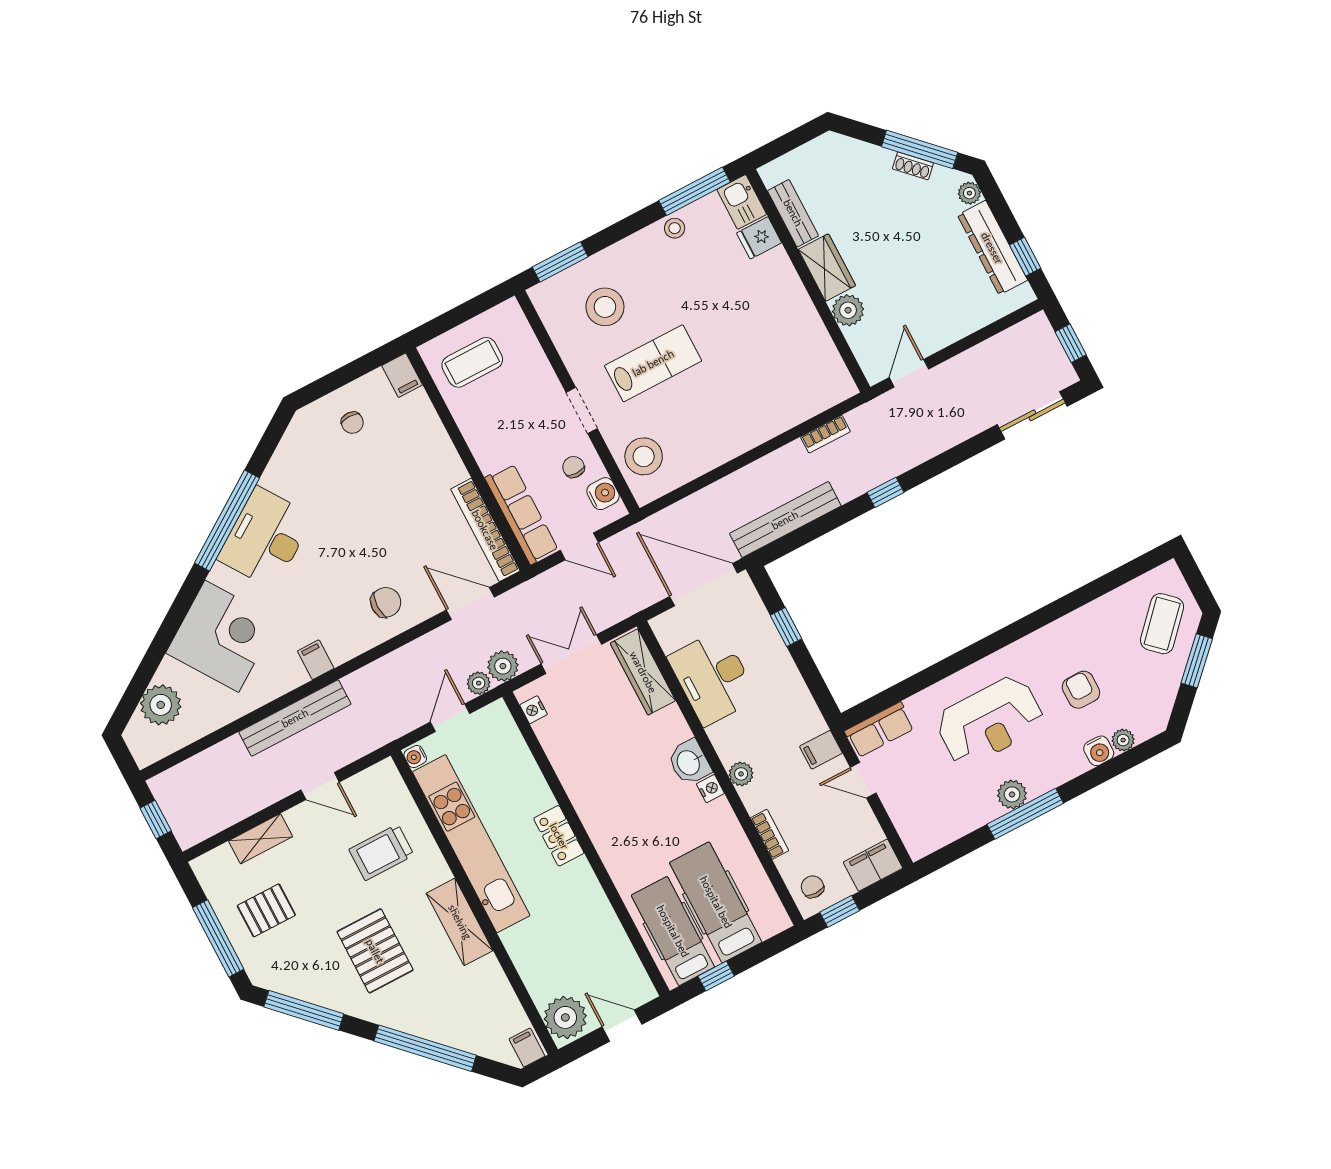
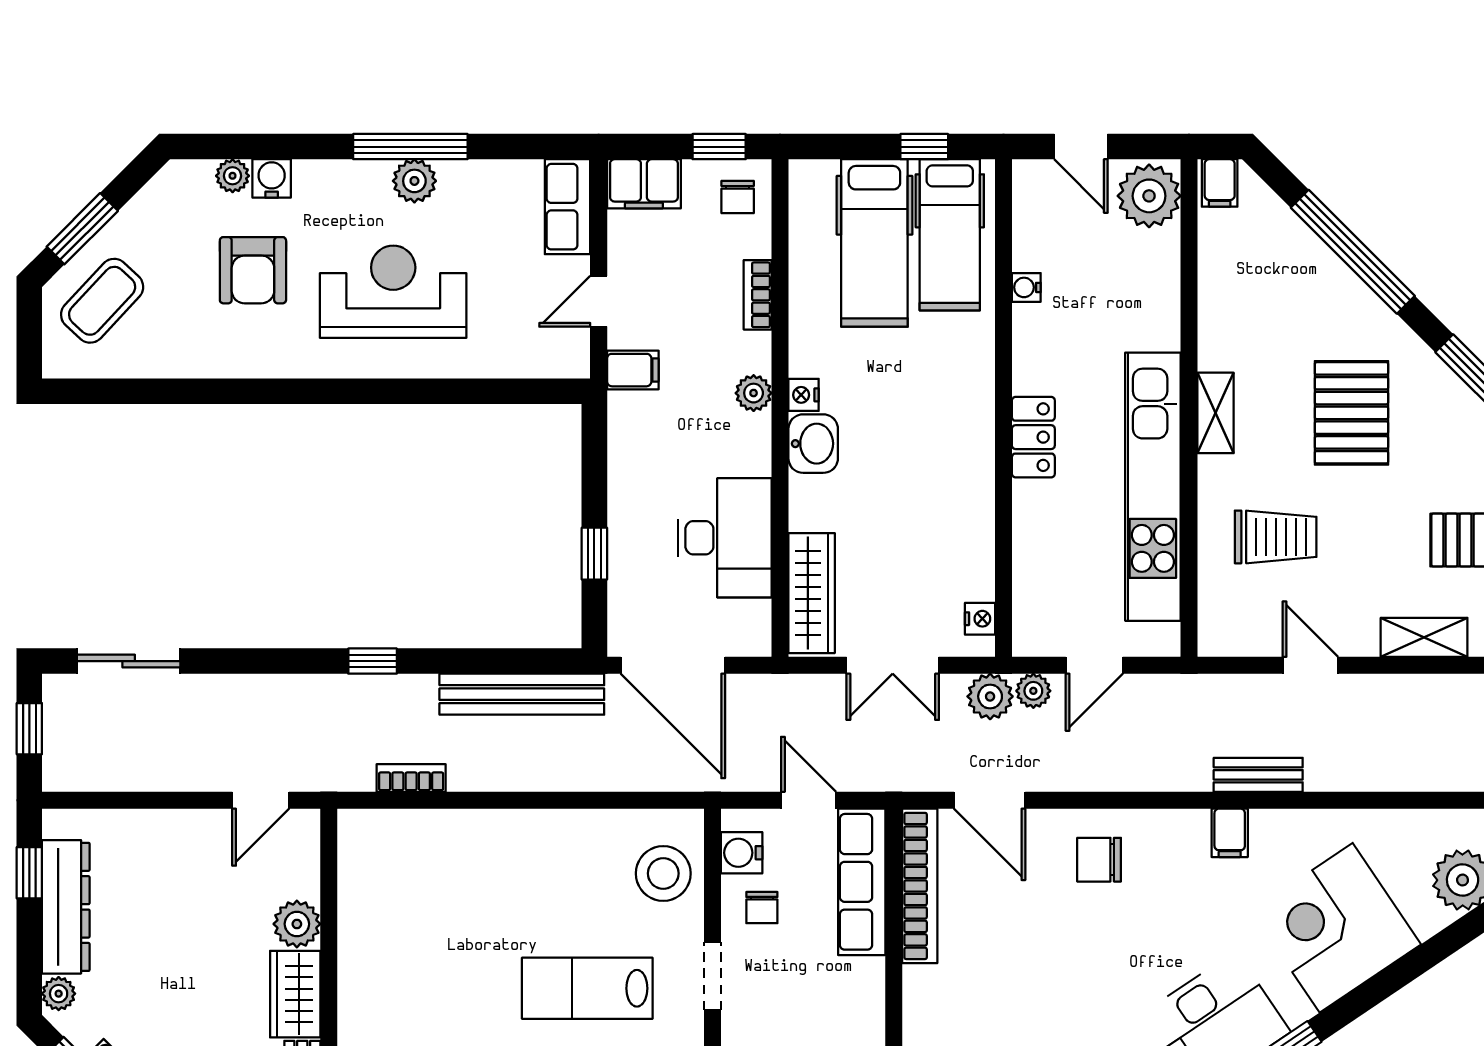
armchair: (1081, 690) -> (253, 270), width x1.38, depth x1.38
bench: (295, 718) -> (1258, 775), width x0.54, depth x0.82
row of seats: (880, 730) -> (567, 207), moved, turned -90
water cooler: (415, 757) -> (1026, 287), moved, turned 180
door: (863, 780) -> (599, 301), swing flipped
shelving: (460, 922) -> (1216, 413), width x0.67, depth x0.75

